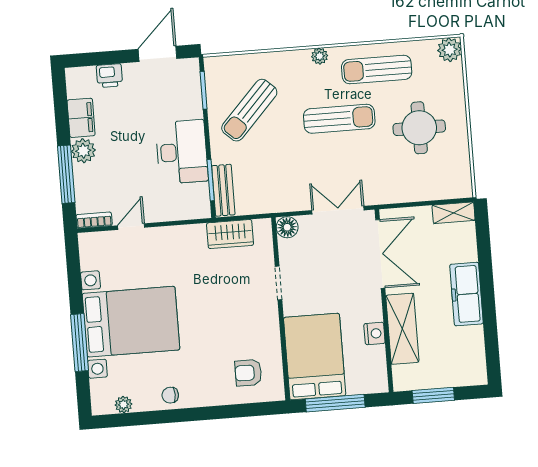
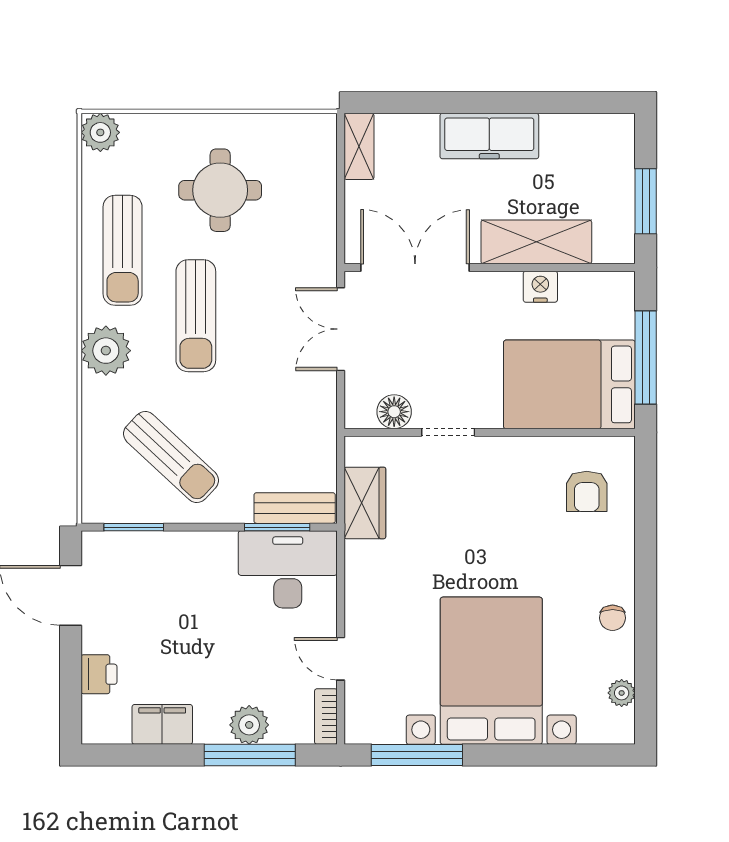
plant: (320, 56) -> (106, 351), width x1.87, depth x1.87
sun lounger: (339, 119) -> (196, 316), turned 180
plant: (83, 151) -> (249, 725), moved
desk: (182, 152) -> (288, 569), moved
floor lamp: (287, 227) -> (394, 412), moved
window: (79, 343) -> (417, 755), moved

